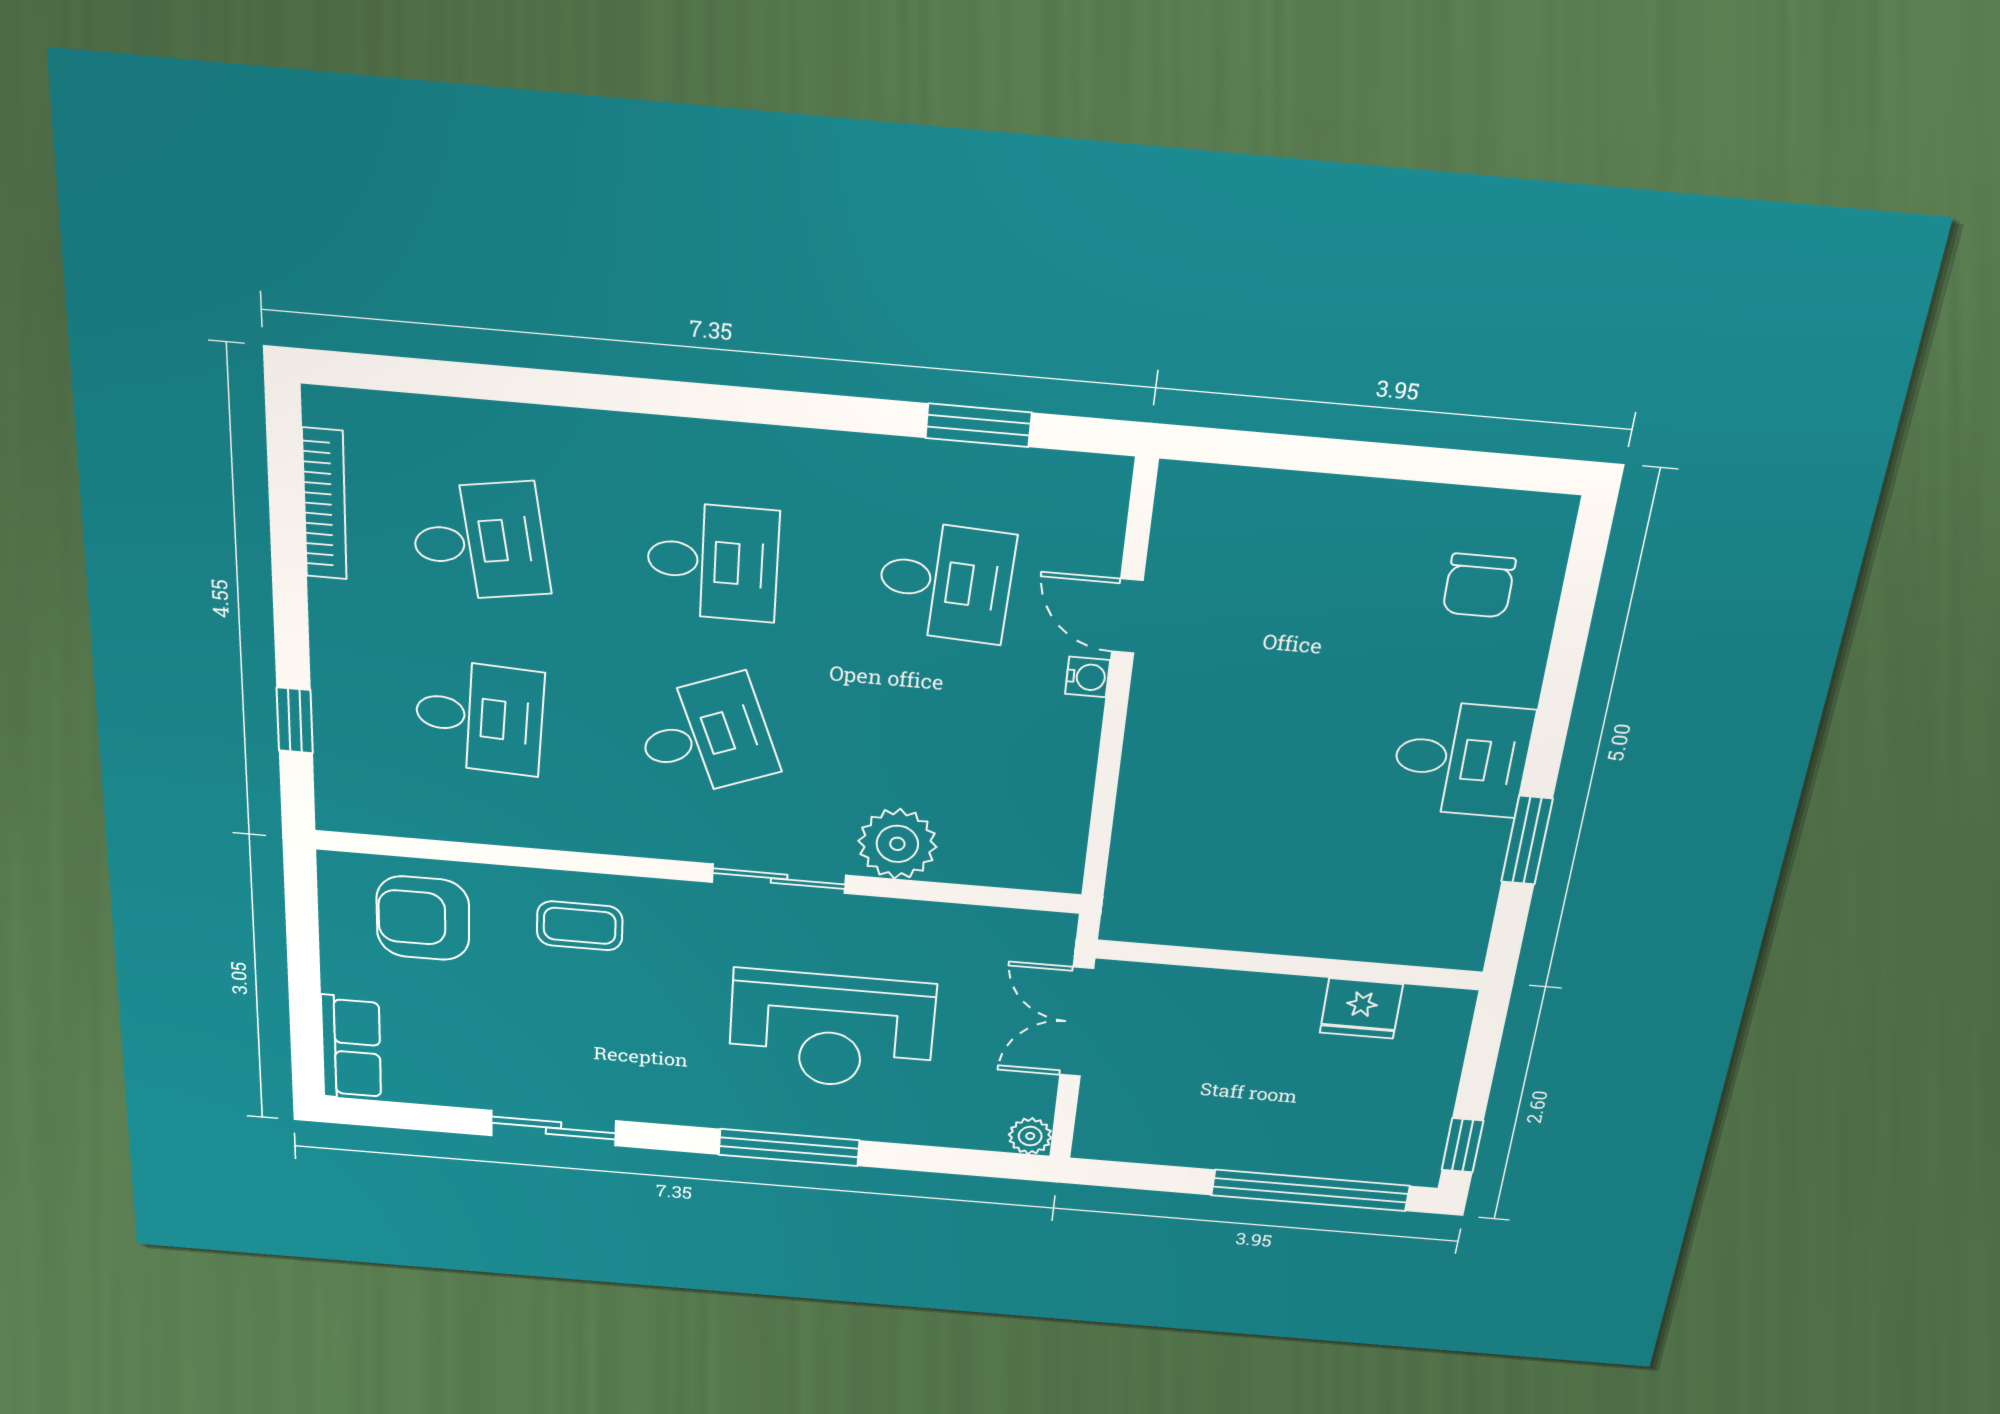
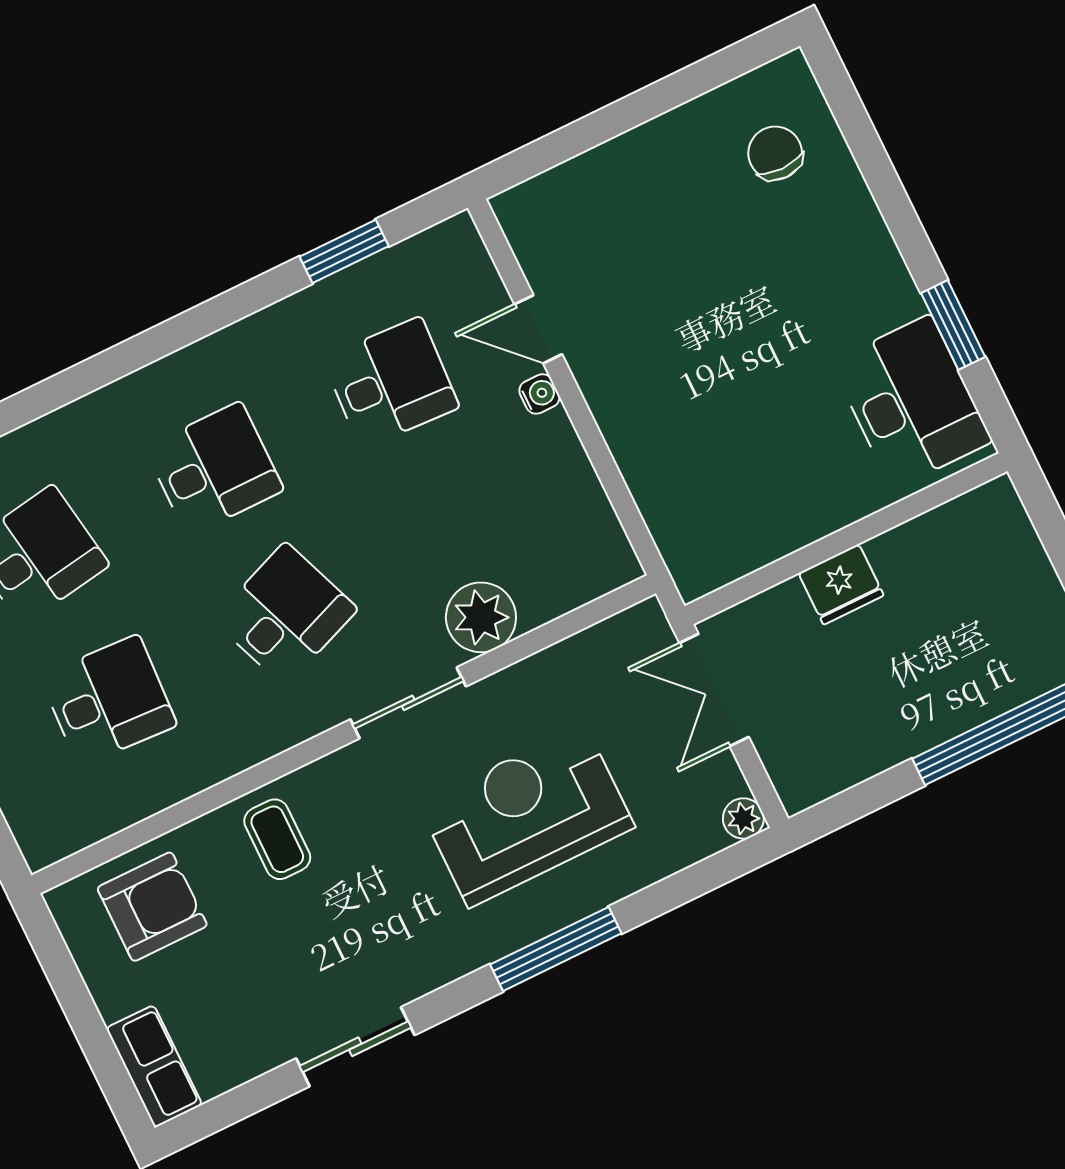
chair: (1479, 586) -> (775, 153), turned 180
desk: (1461, 759) -> (911, 402), moved, width x1.37
armchair: (423, 918) -> (152, 907), turned 180
coffee table: (580, 926) -> (277, 839), turned 90
fridge: (1361, 1009) -> (841, 584), moved
reception desk: (832, 1030) -> (526, 816), turned 180

